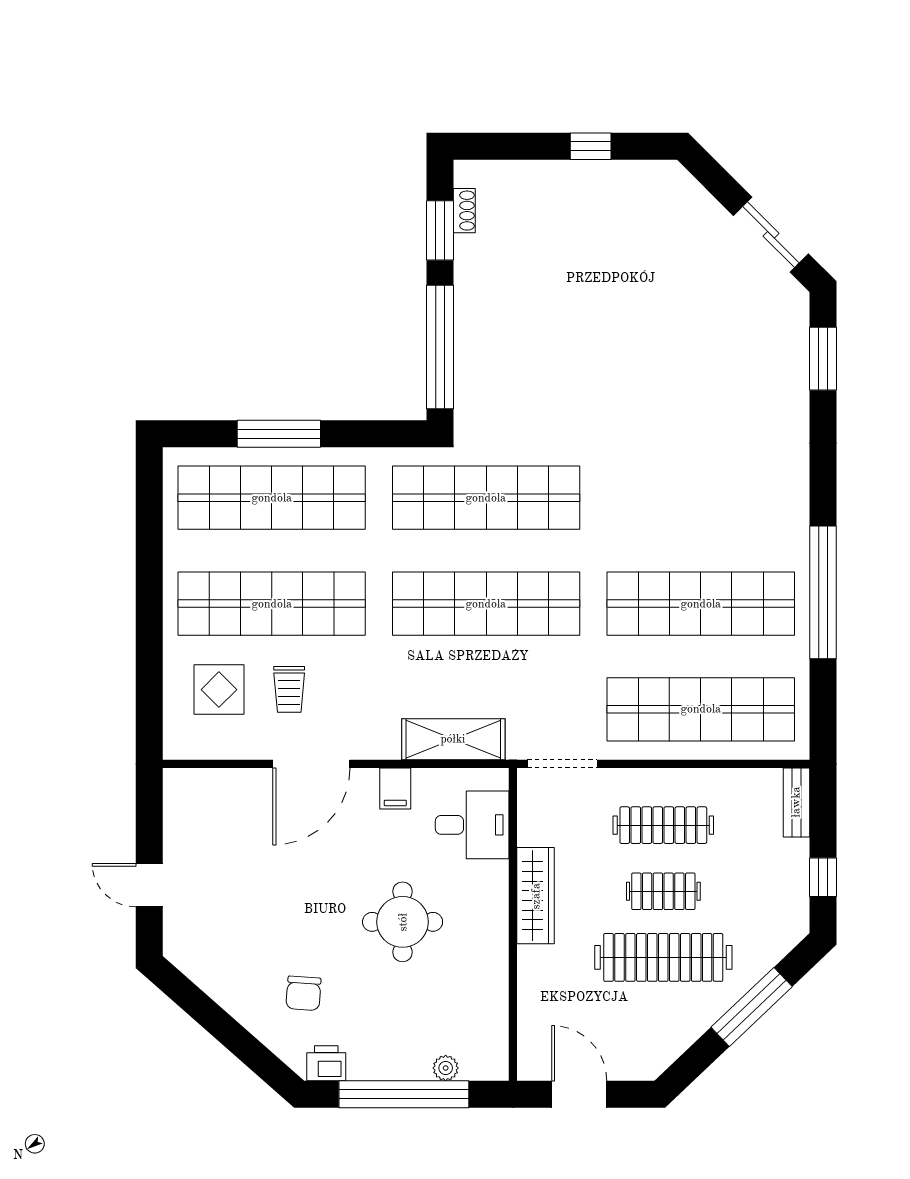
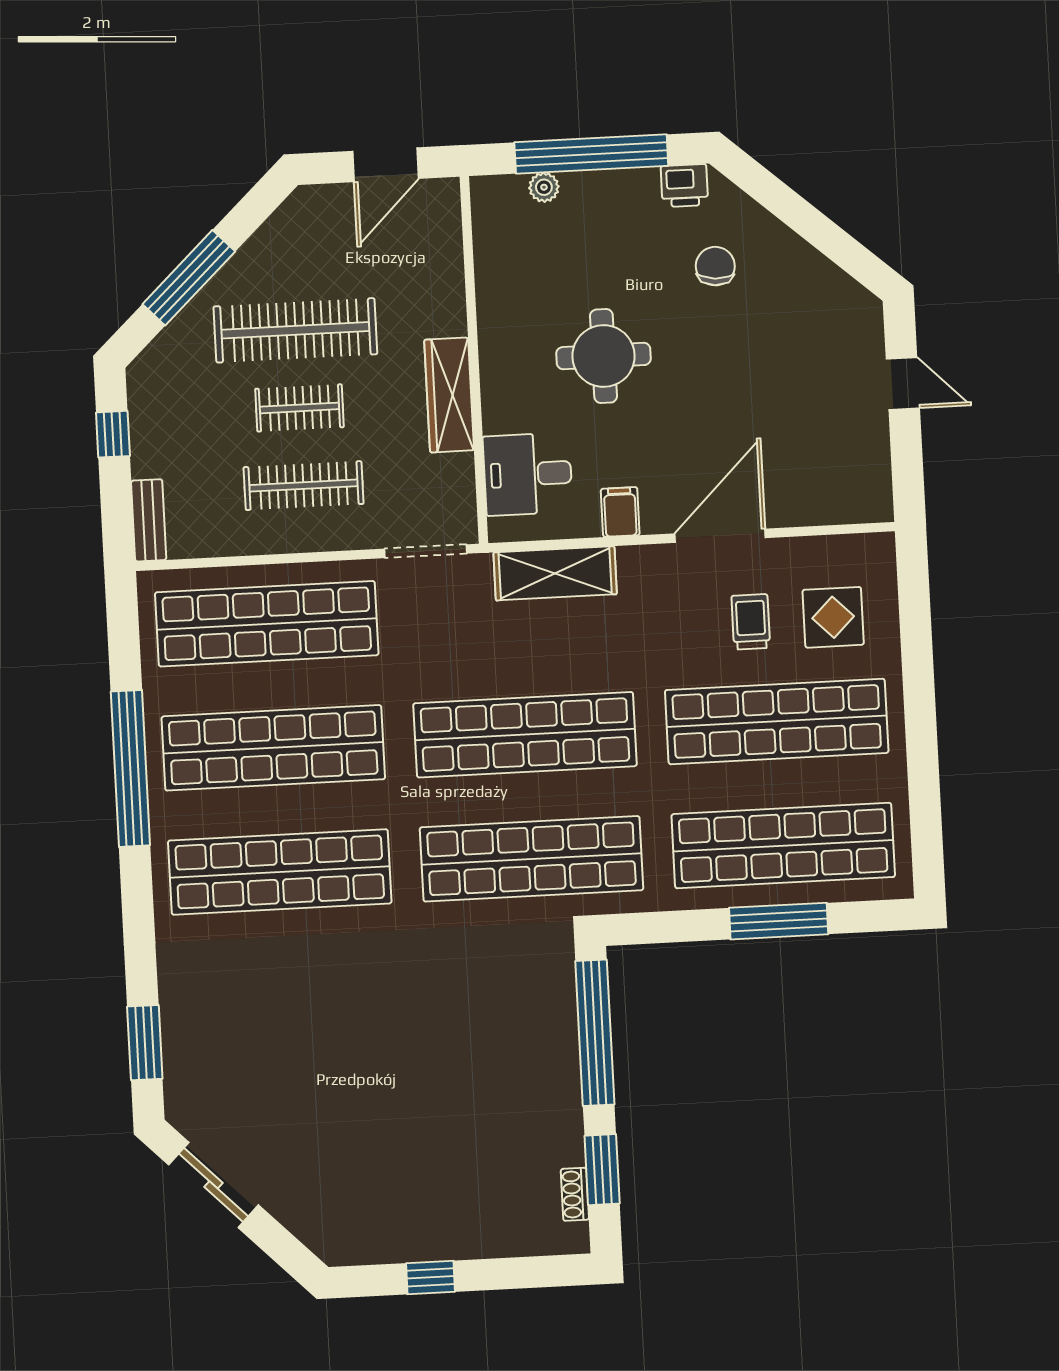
shop shelf: (701, 498) -> (280, 872), added
door: (579, 1094) -> (386, 165), hinge flipped

